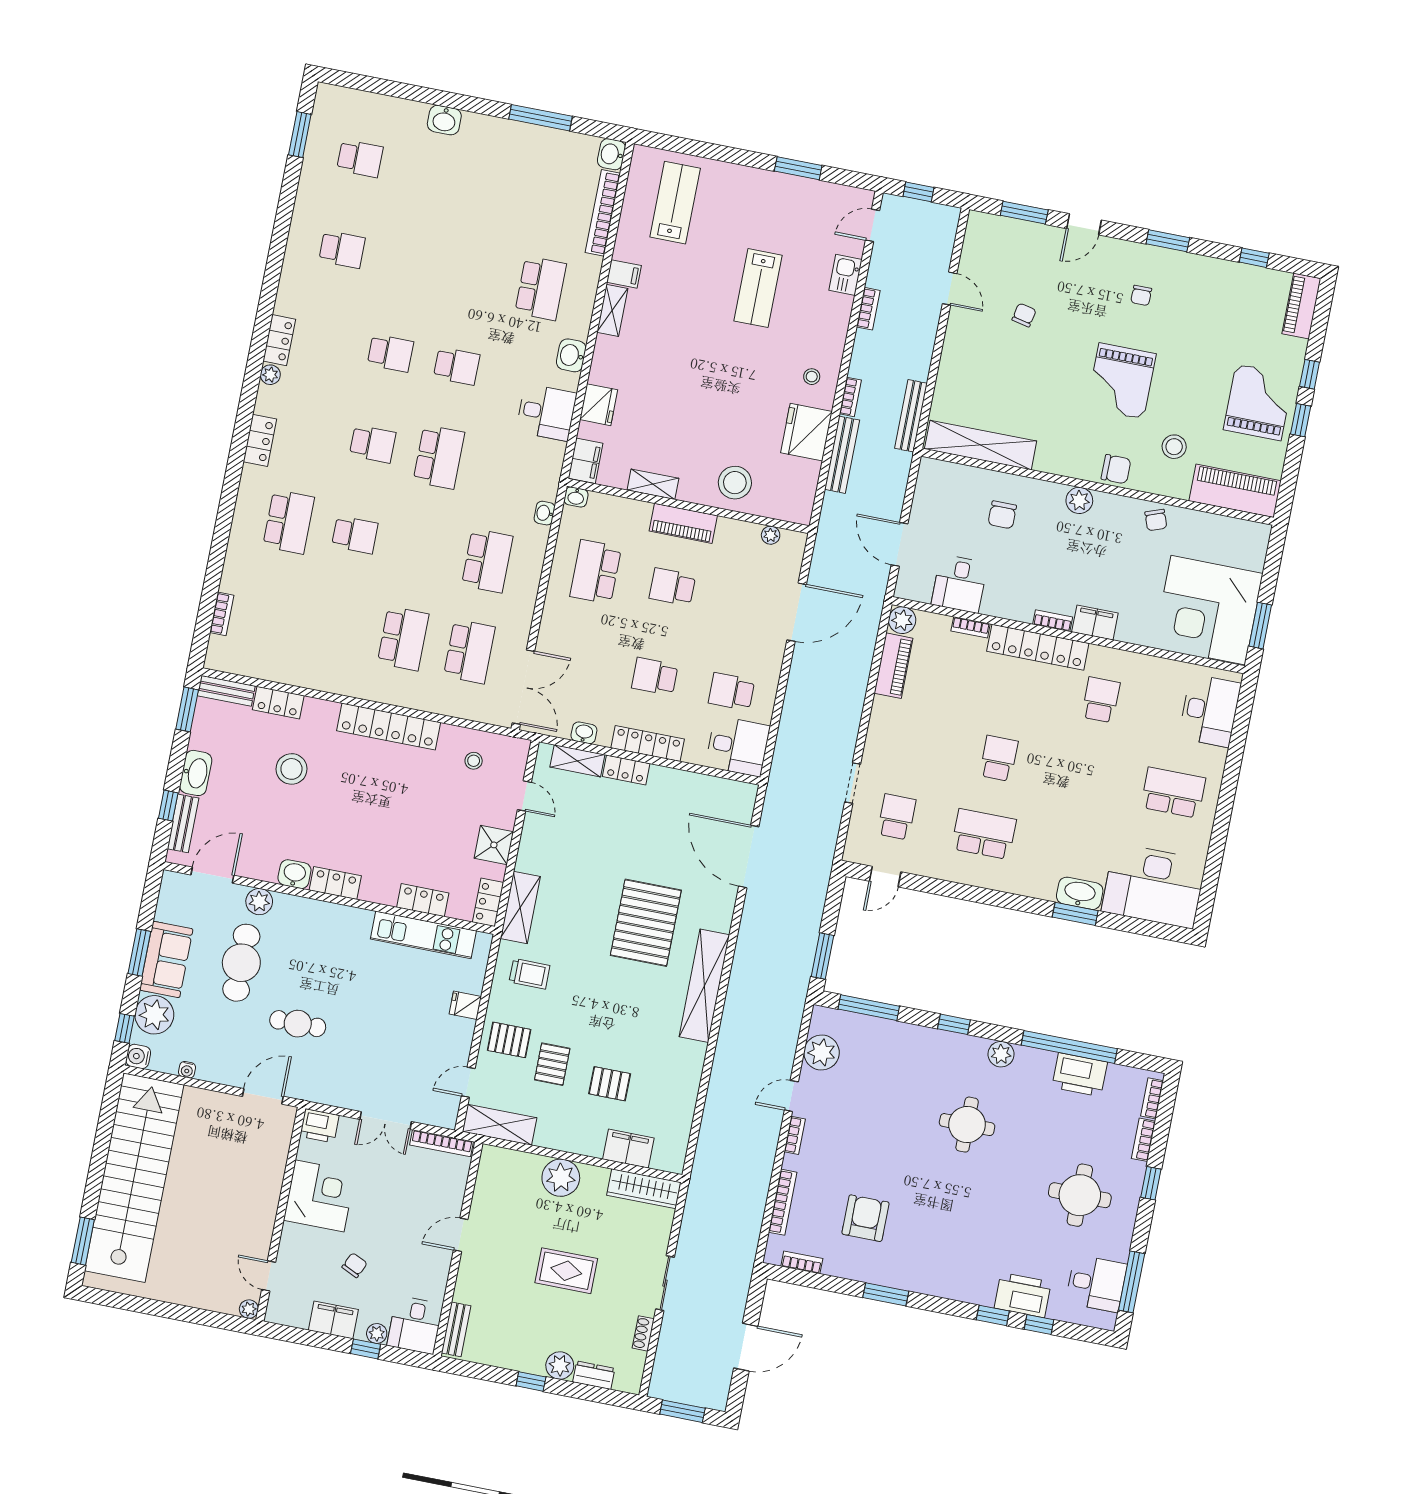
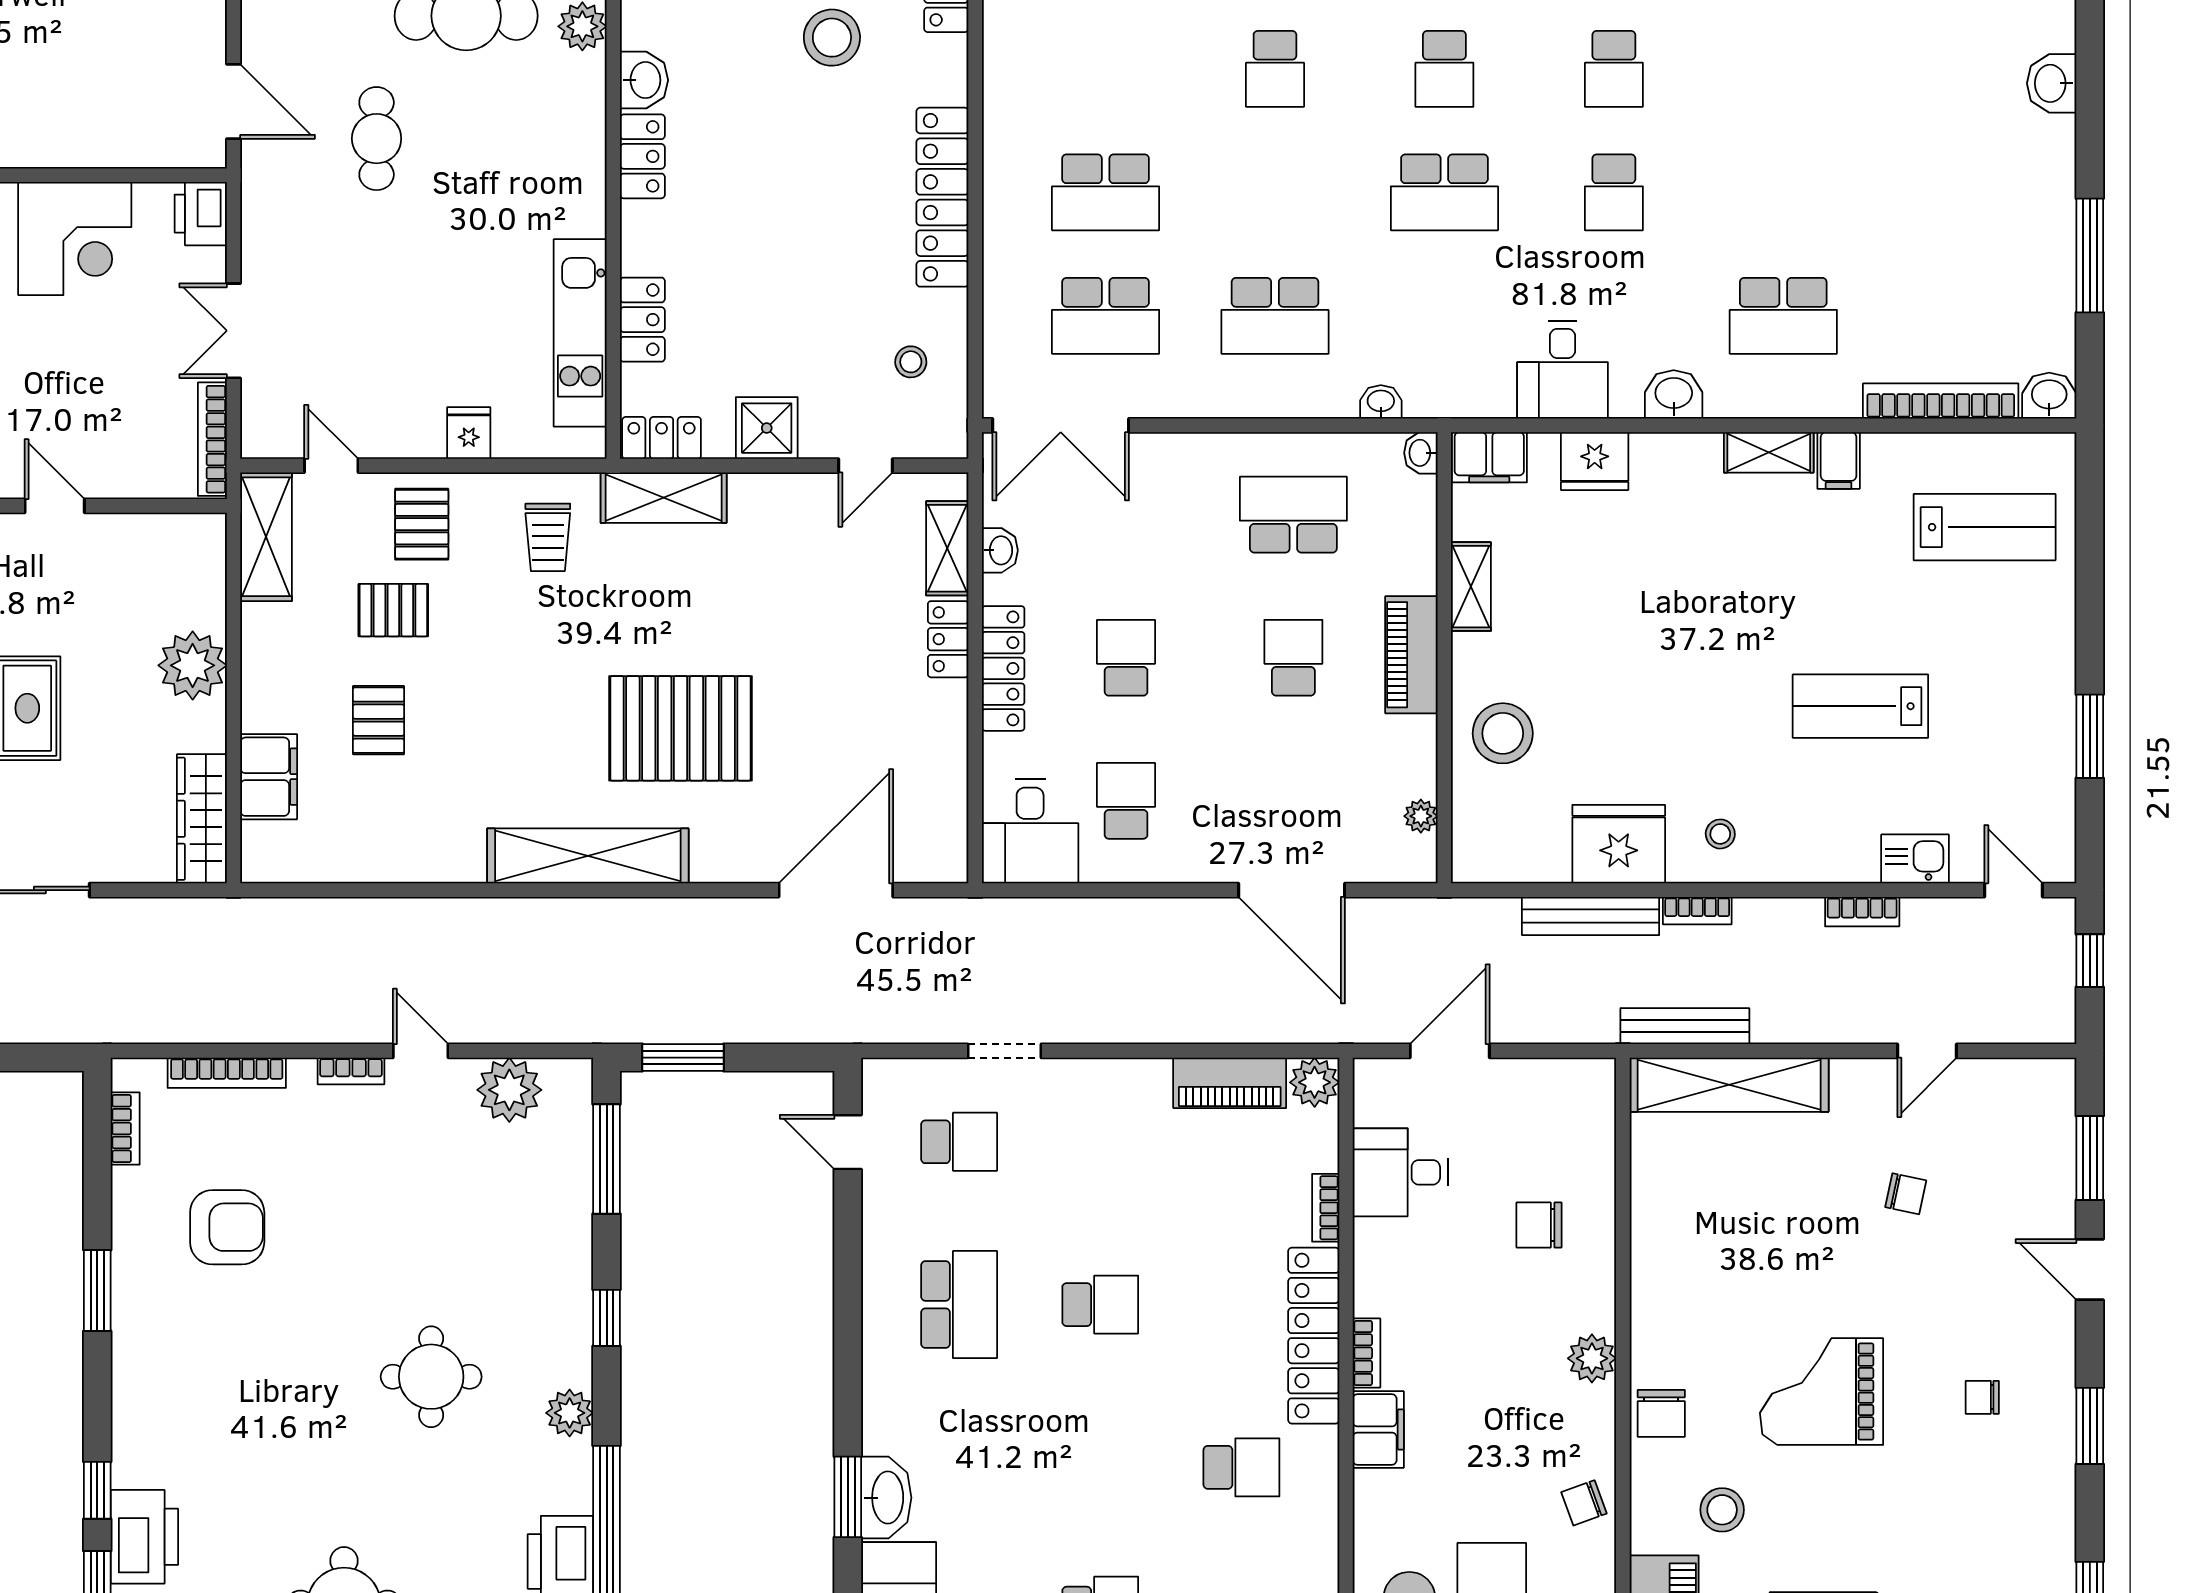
shelving: (981, 445) -> (1729, 1085), moved, turned 90

